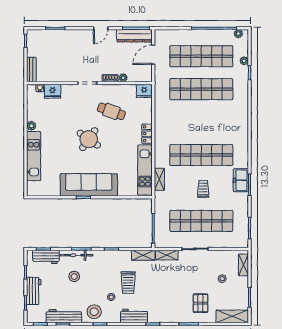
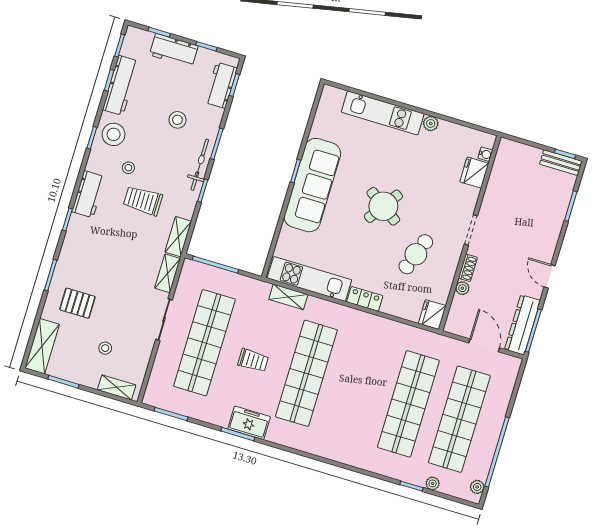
bench: (31, 70) -> (561, 163), moved
bicycle: (76, 255) -> (200, 165), moved

